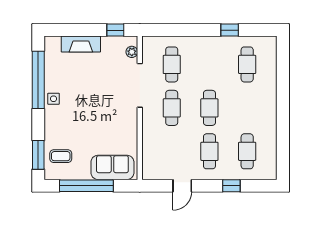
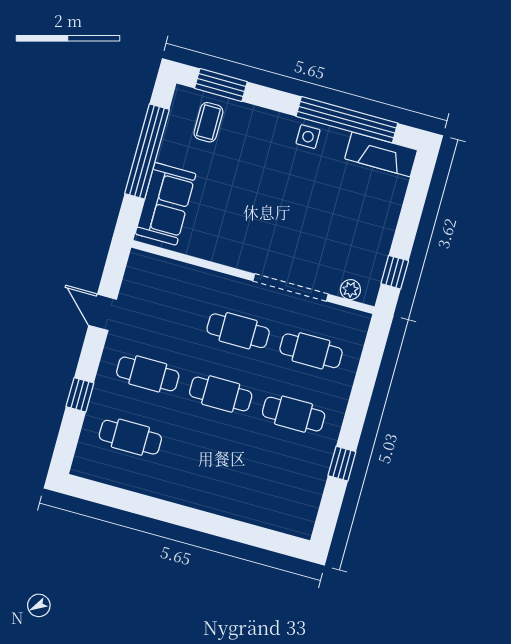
fireplace: (81, 44) -> (381, 154), moved, turned -90
cafe table: (247, 64) -> (294, 414), moved

